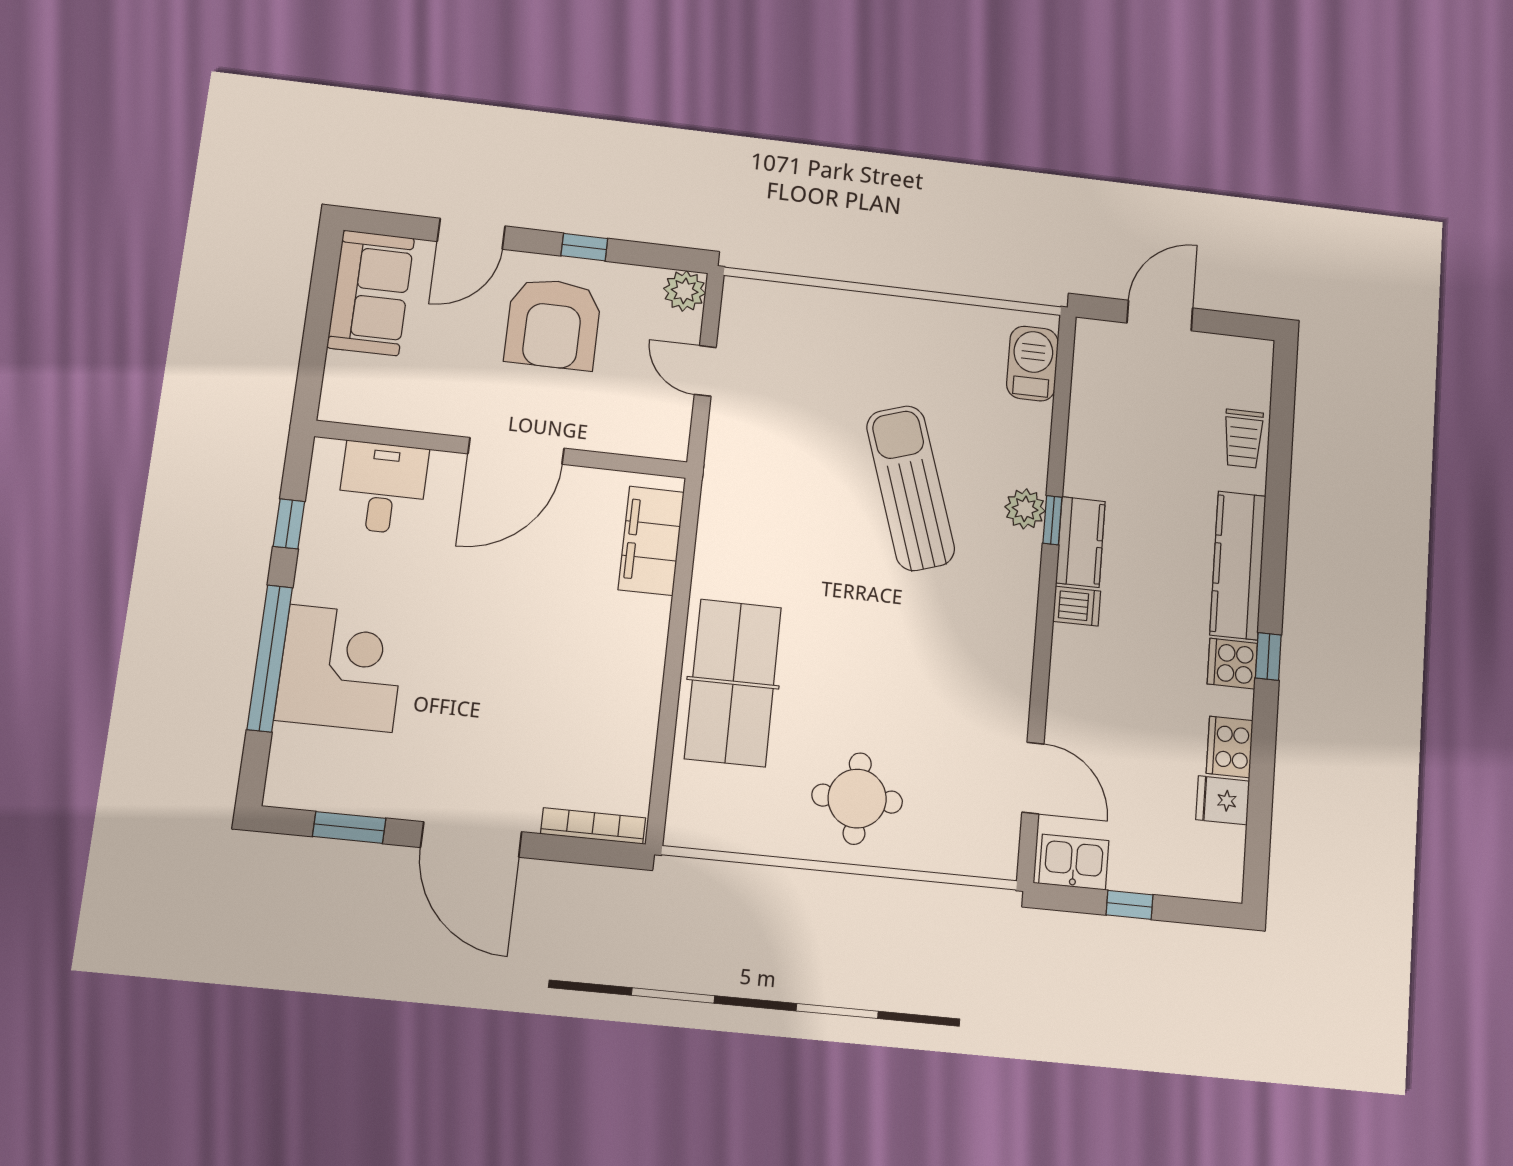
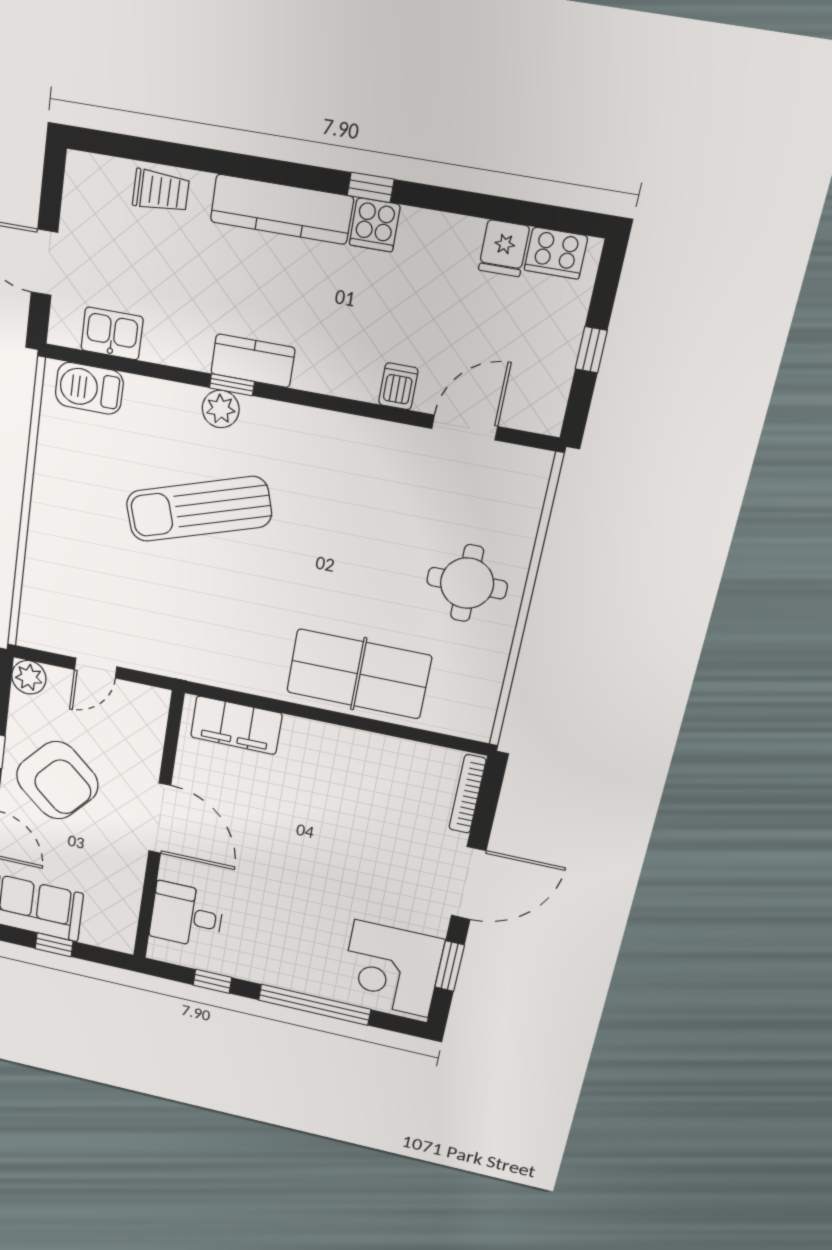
window: (319, 318) -> (54, 945), added
armchair: (553, 324) -> (57, 780), turned 41
dishwasher: (1077, 606) -> (398, 386), moved
corner desk: (341, 668) -> (391, 969), moved, turned -90
cooker: (1230, 747) -> (556, 253), moved
kitchen sink: (1074, 862) -> (112, 333), moved, turned 90

